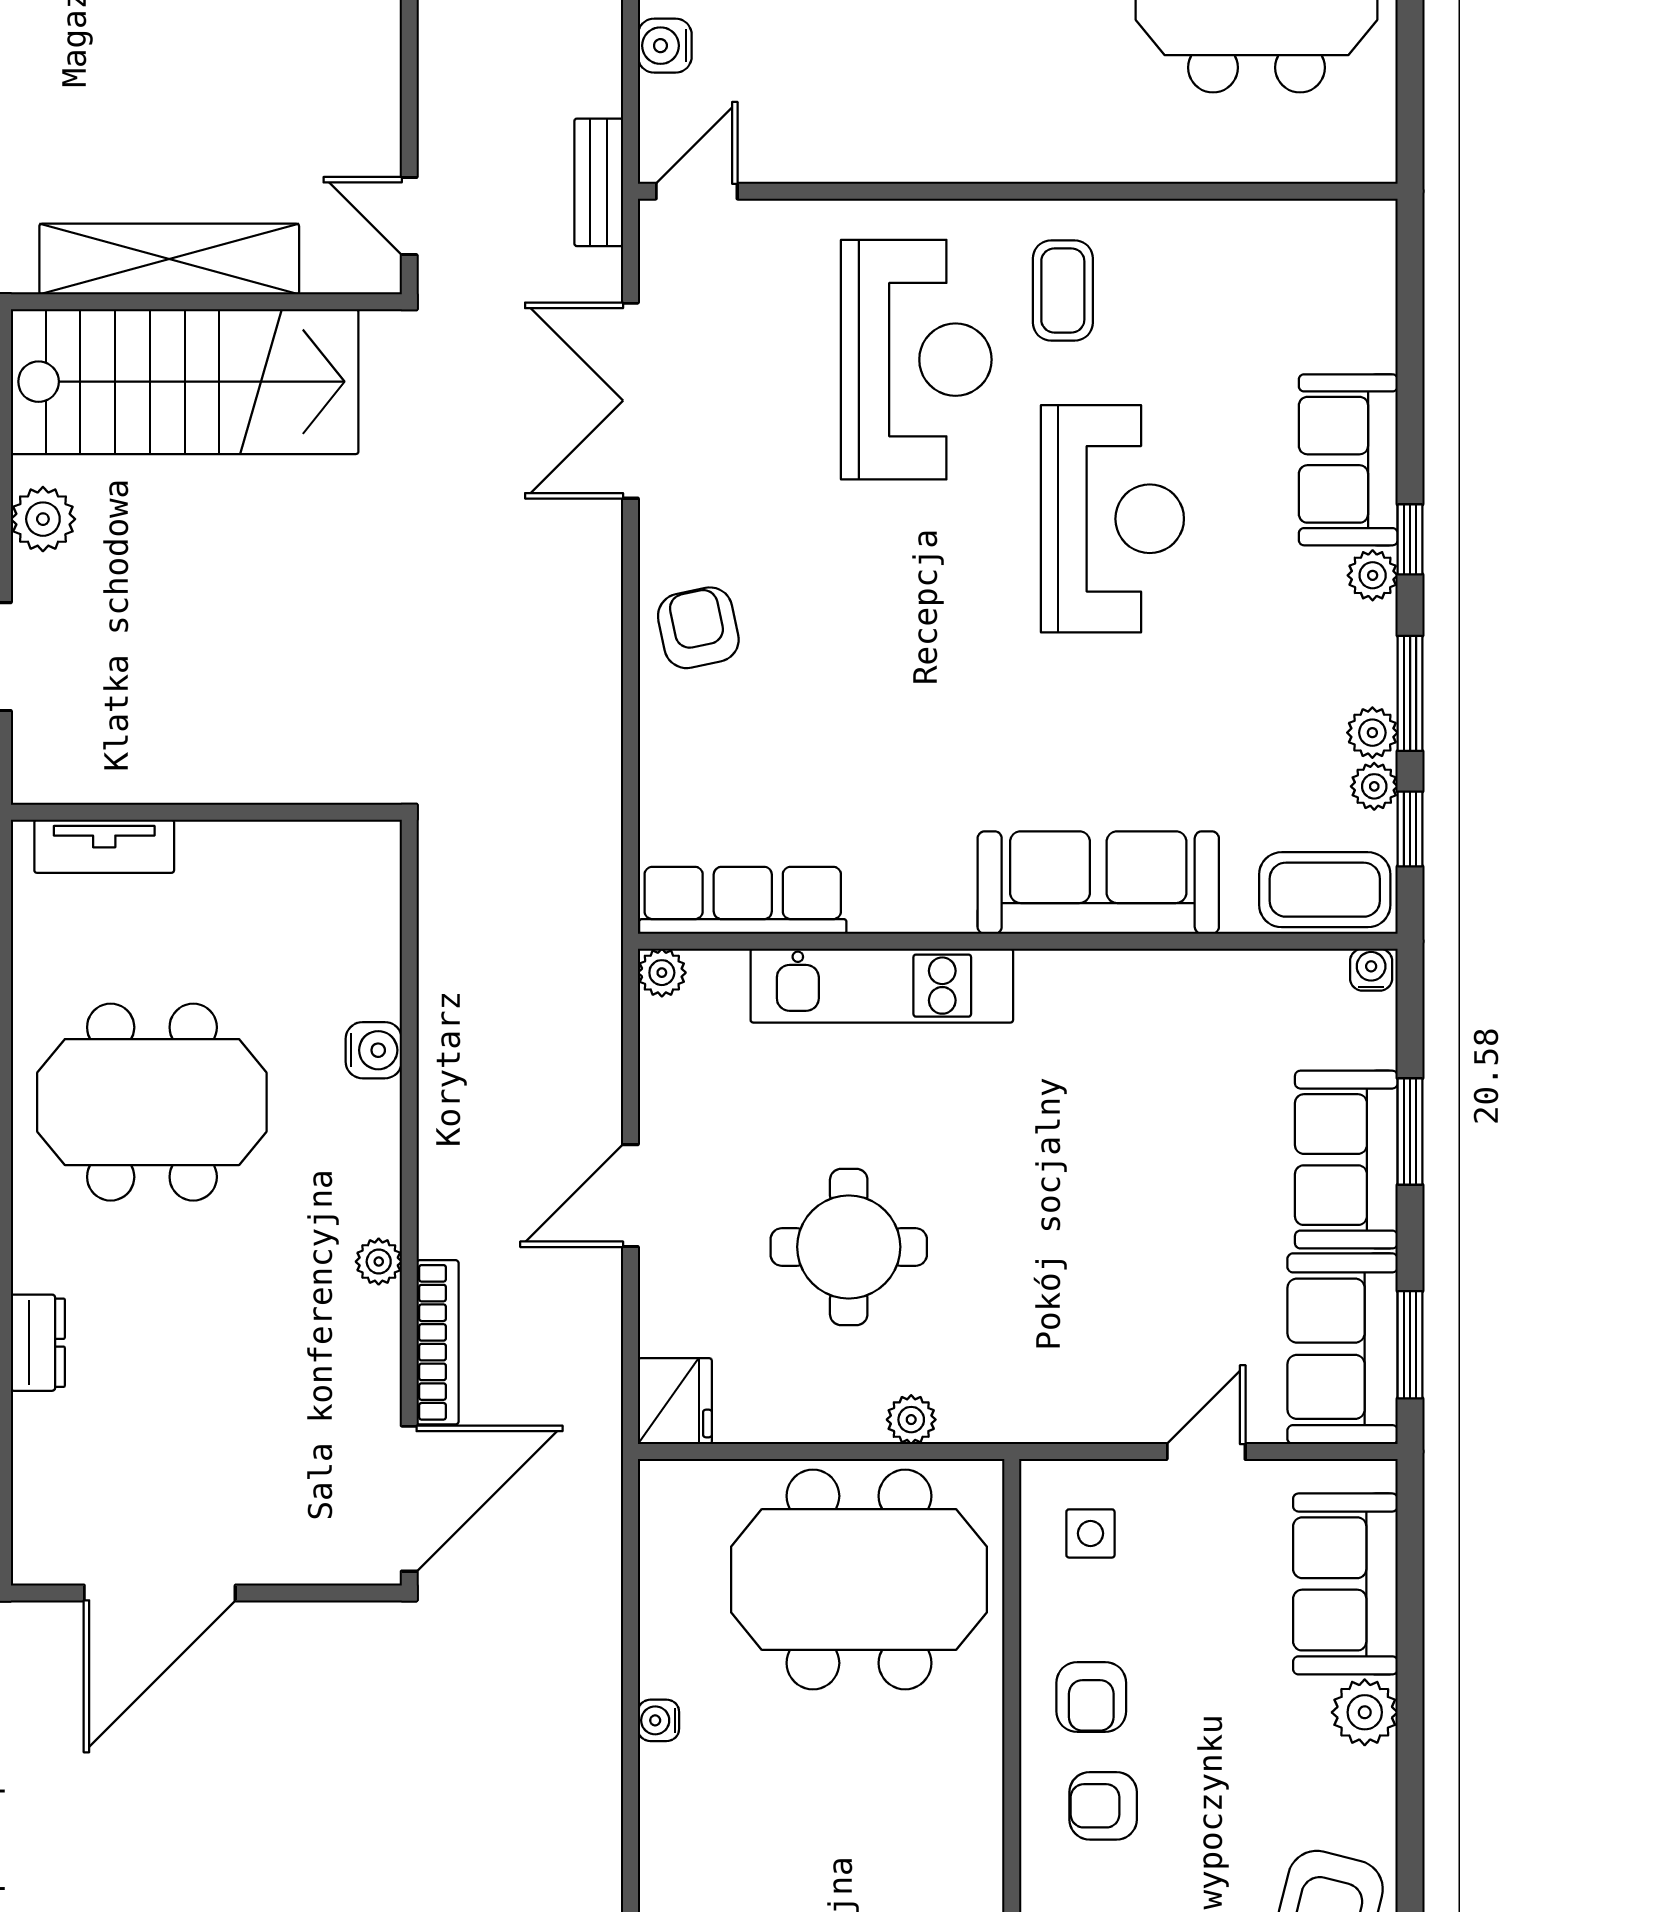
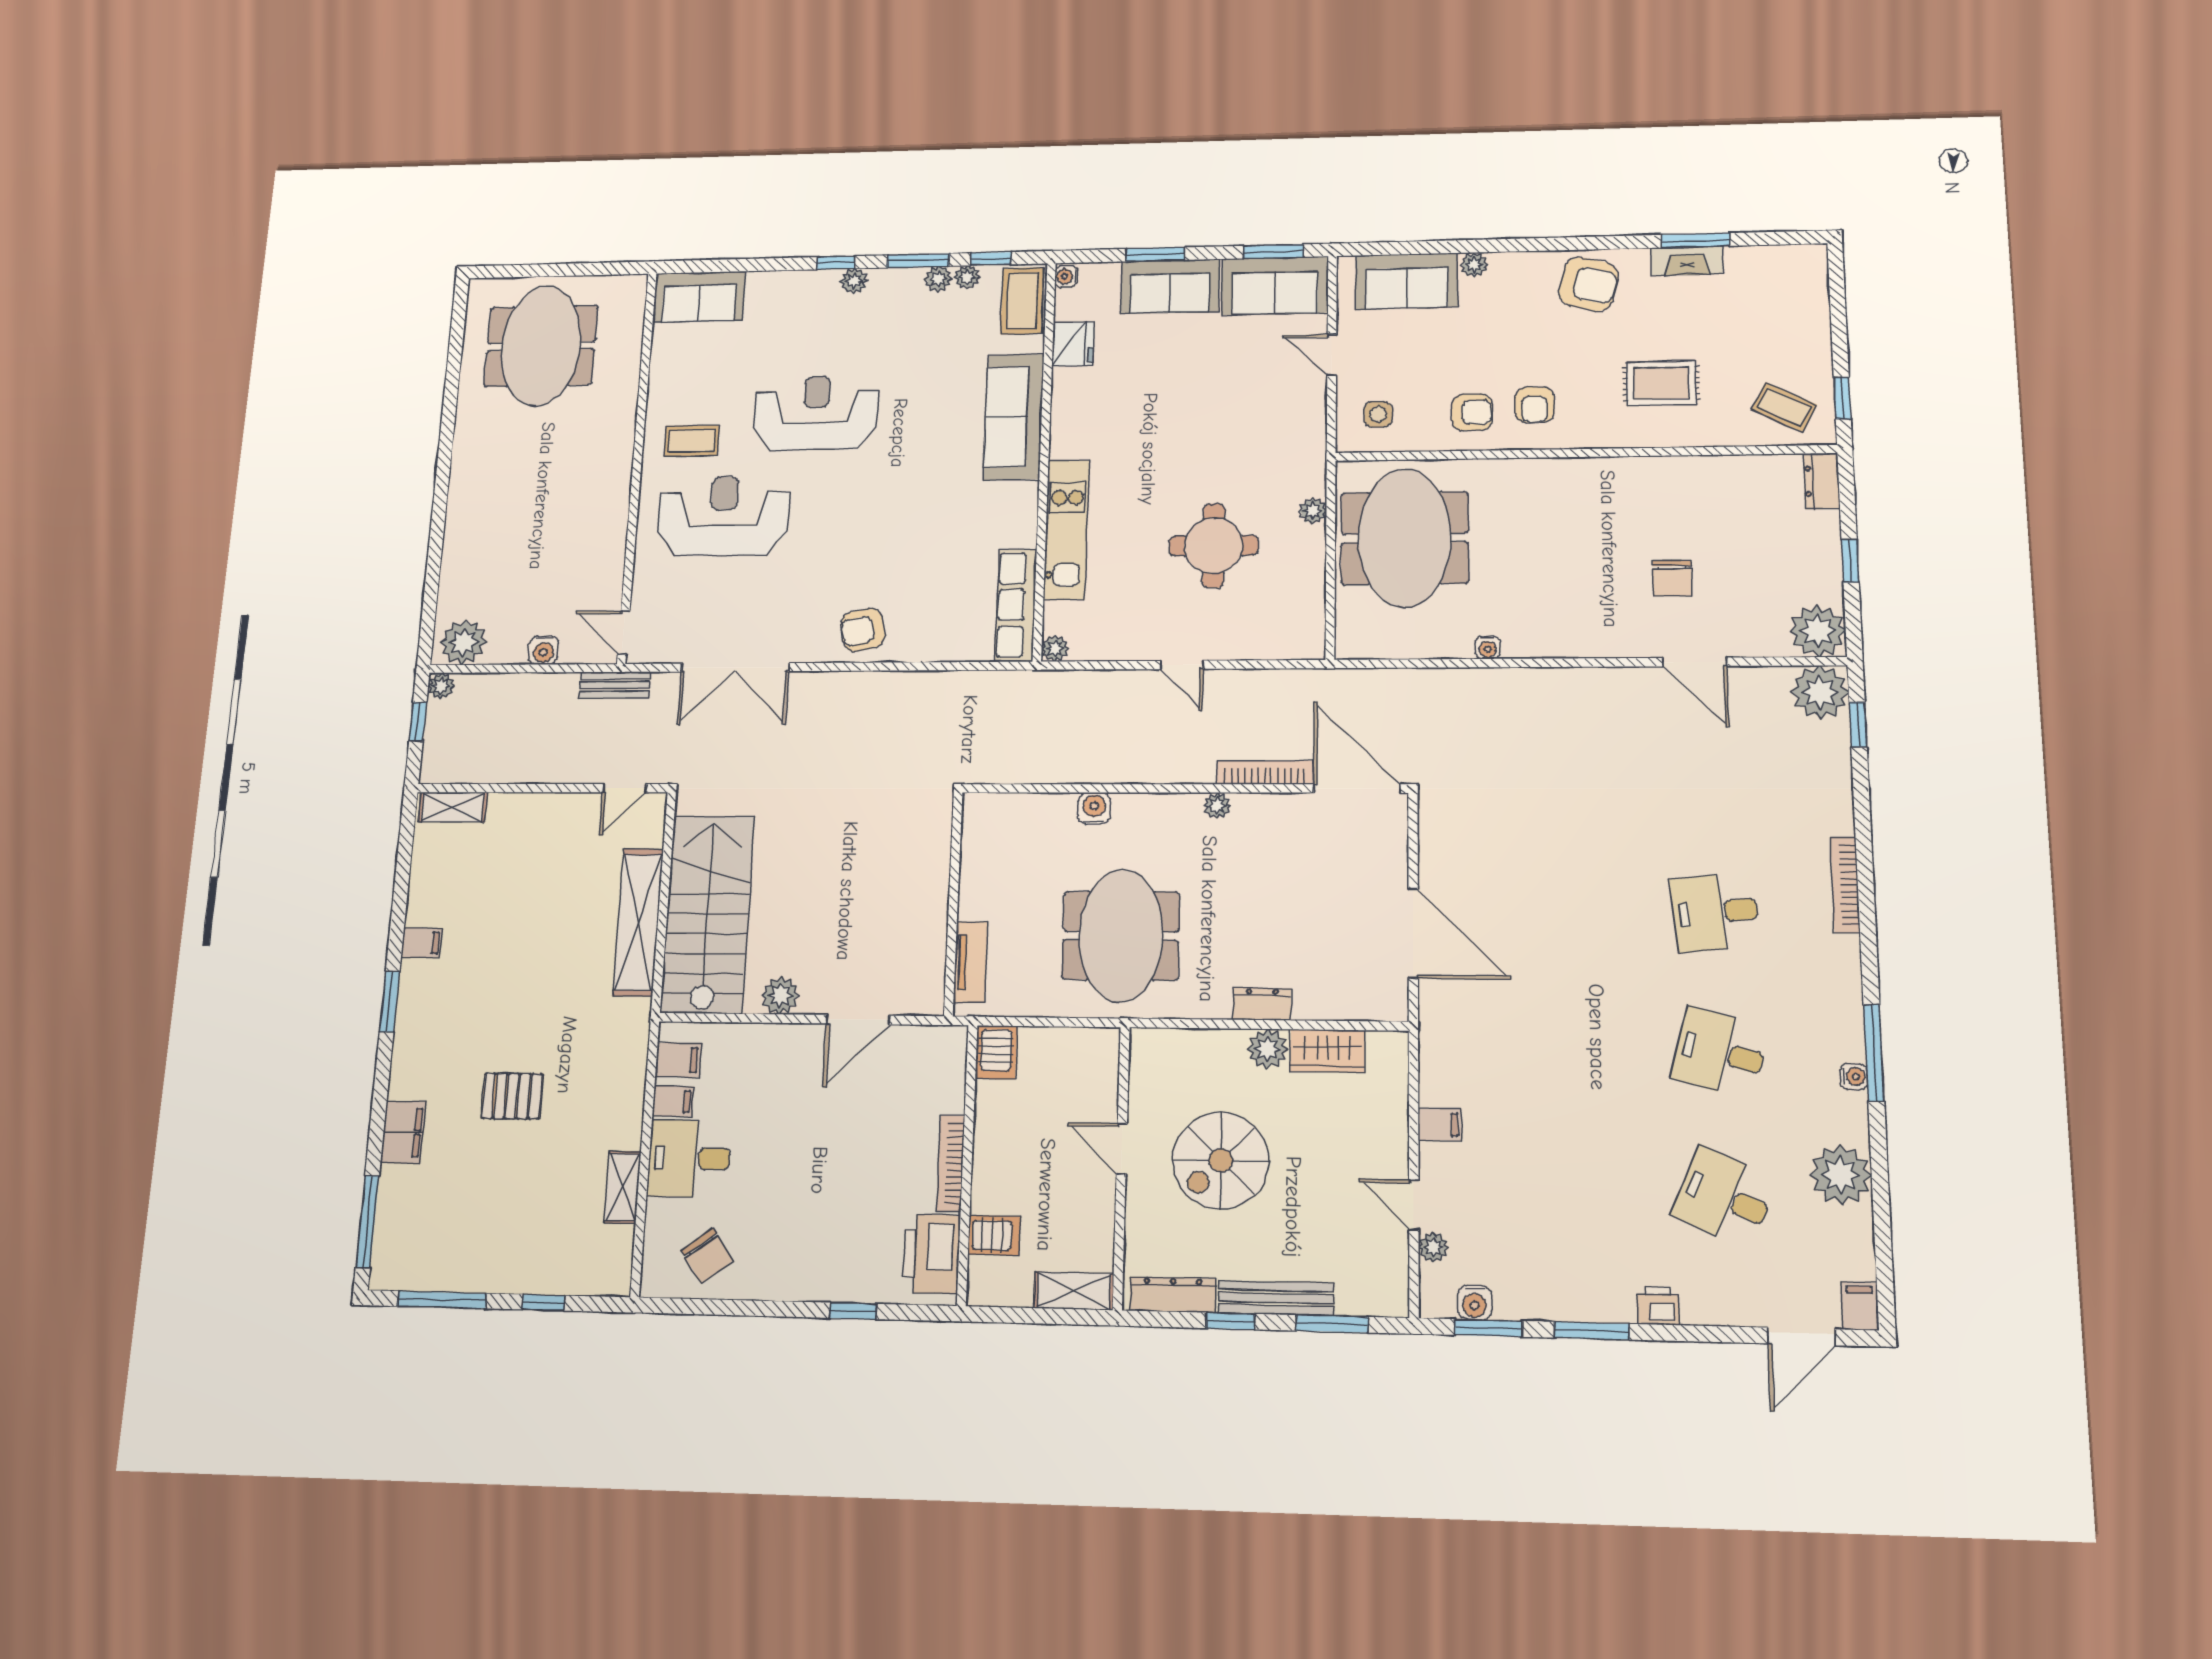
sofa: (1348, 460) -> (699, 297), moved
door: (630, 1196) -> (1182, 665), width x0.73
fridge: (675, 1401) -> (1073, 344), moved, turned 90
plant: (1365, 1712) -> (1474, 265), width x0.73, depth x0.73

